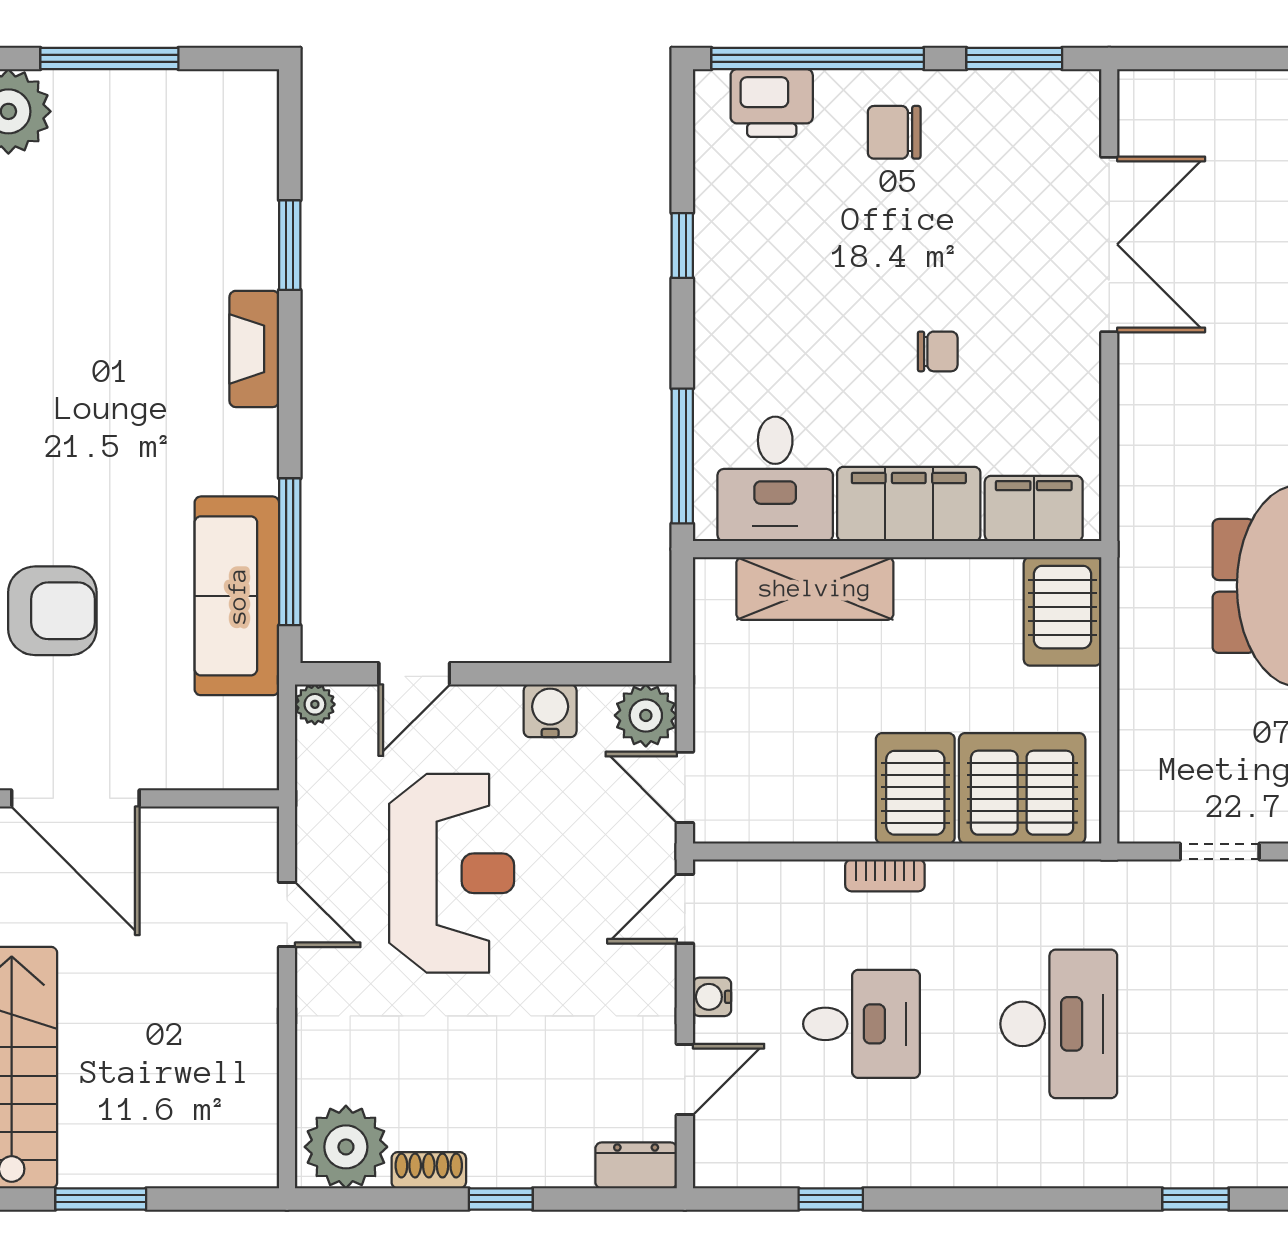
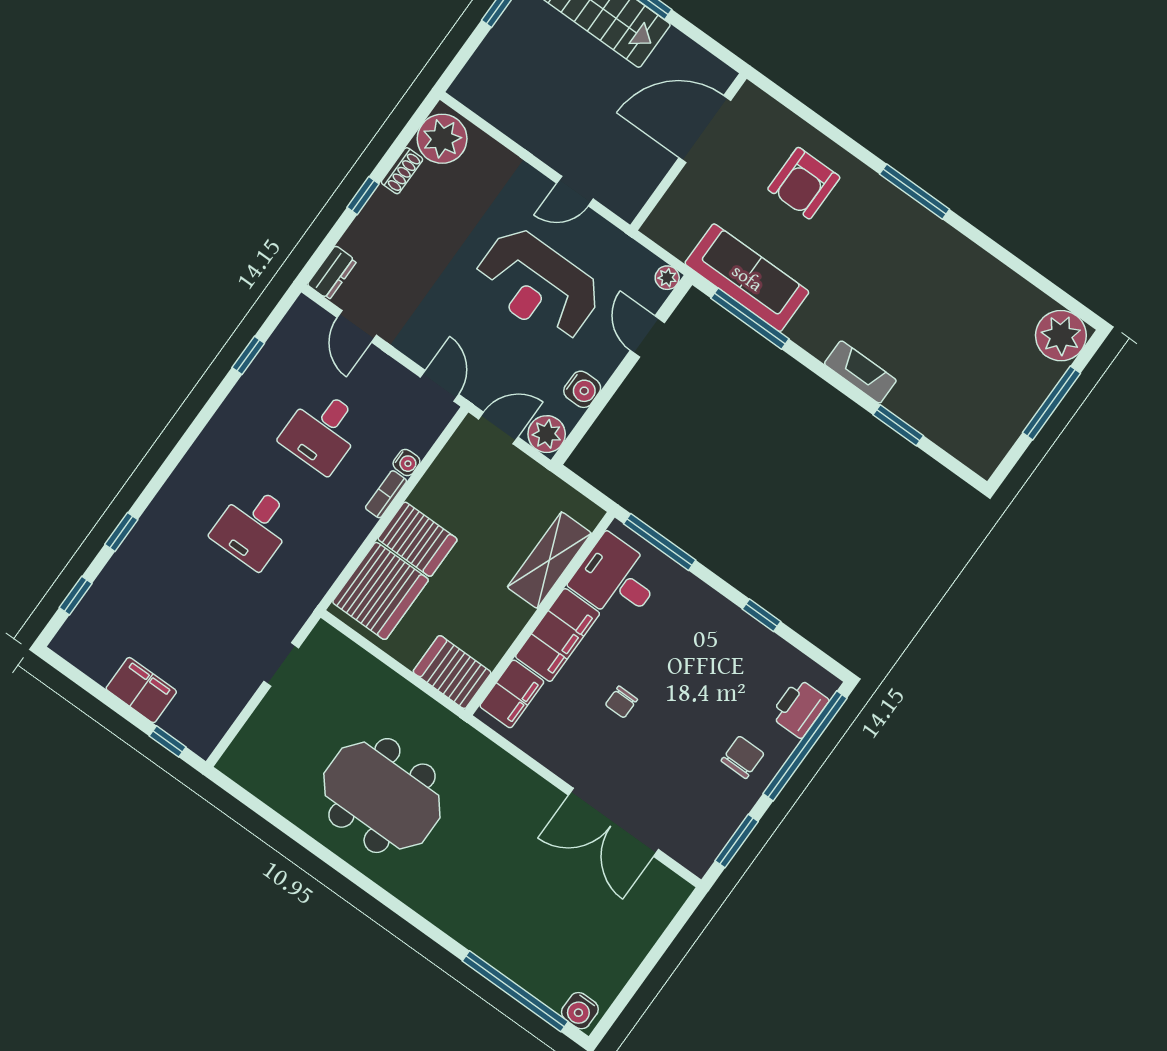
water cooler: (712, 997) -> (406, 463), moved, turned 90
desk: (1059, 1024) -> (254, 527), width x0.73

